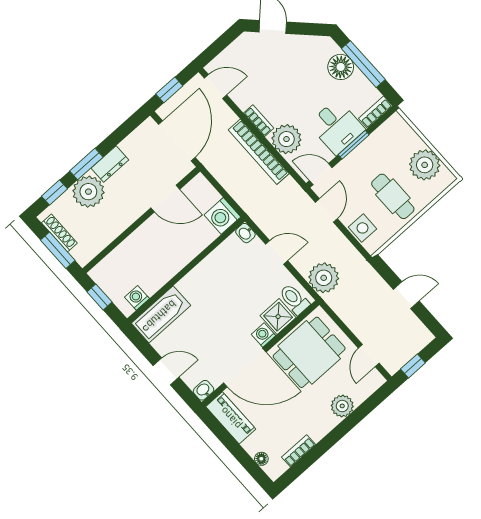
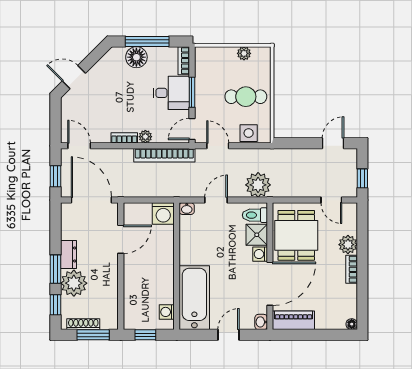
door: (216, 86) -> (79, 146), hinge flipped
plant: (286, 139) -> (145, 137), width x0.53, depth x0.53
bookcase: (259, 152) -> (164, 155), moved
plant: (425, 165) -> (244, 53), width x0.53, depth x0.53
door: (406, 295) -> (333, 143), moved
bathtub: (161, 314) -> (194, 298), width x1.36, depth x1.36
bookcase: (299, 451) -> (352, 269), moved
floor lamp: (261, 459) -> (352, 324), moved

